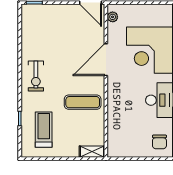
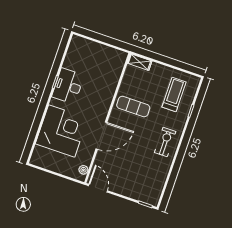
treadmill: (44, 130) -> (174, 95), turned 180
chair: (159, 142) -> (80, 51), removed

